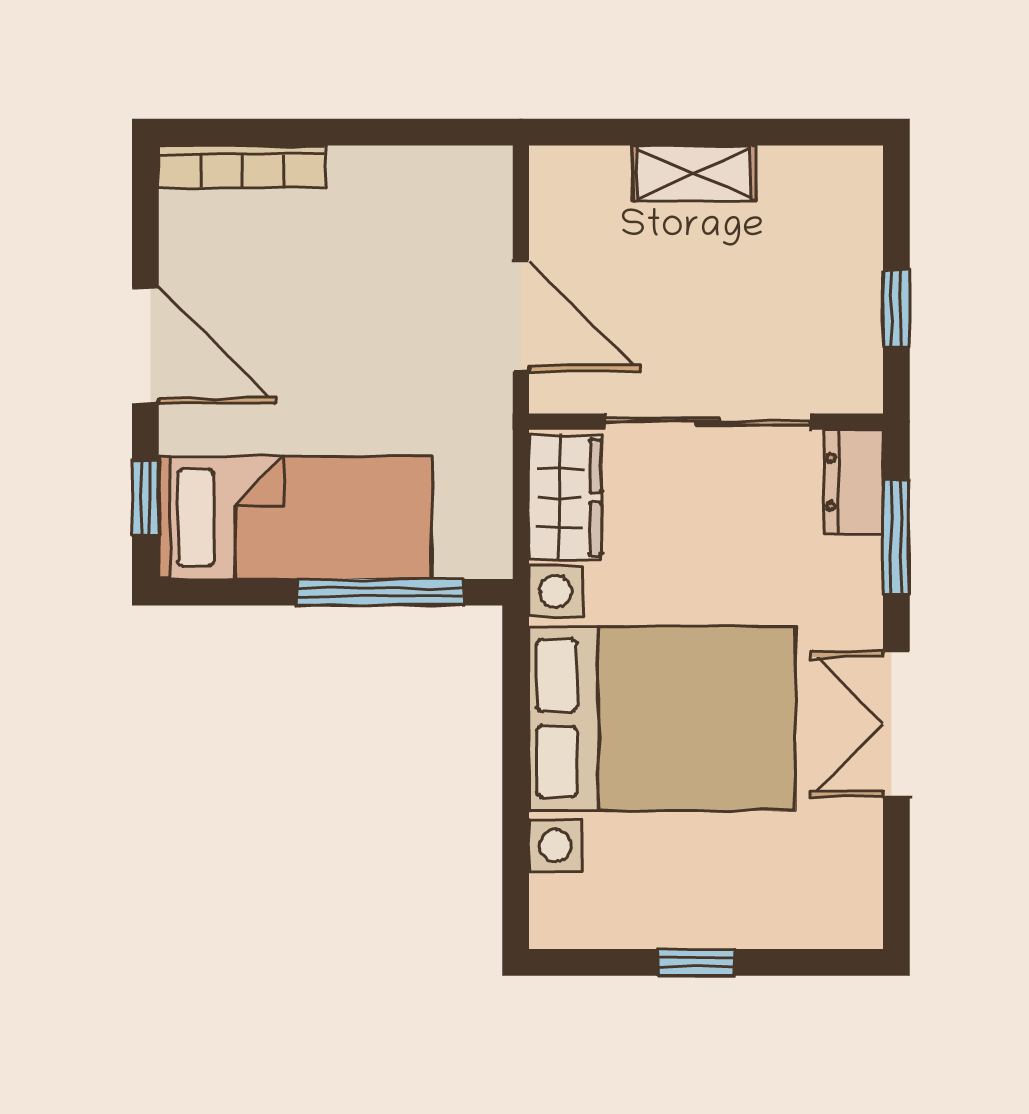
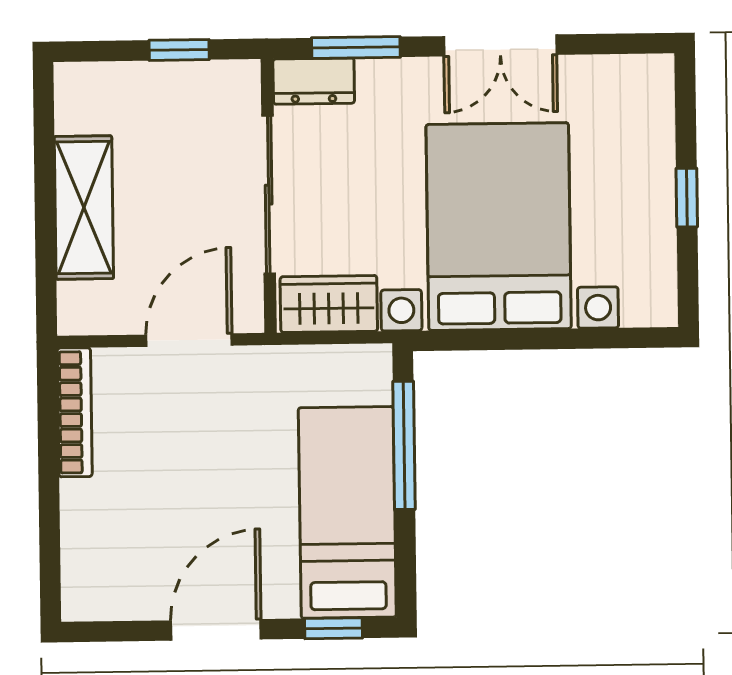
bookcase: (242, 167) -> (75, 412), moved
shelving: (694, 173) -> (84, 208), width x1.50, depth x1.33

